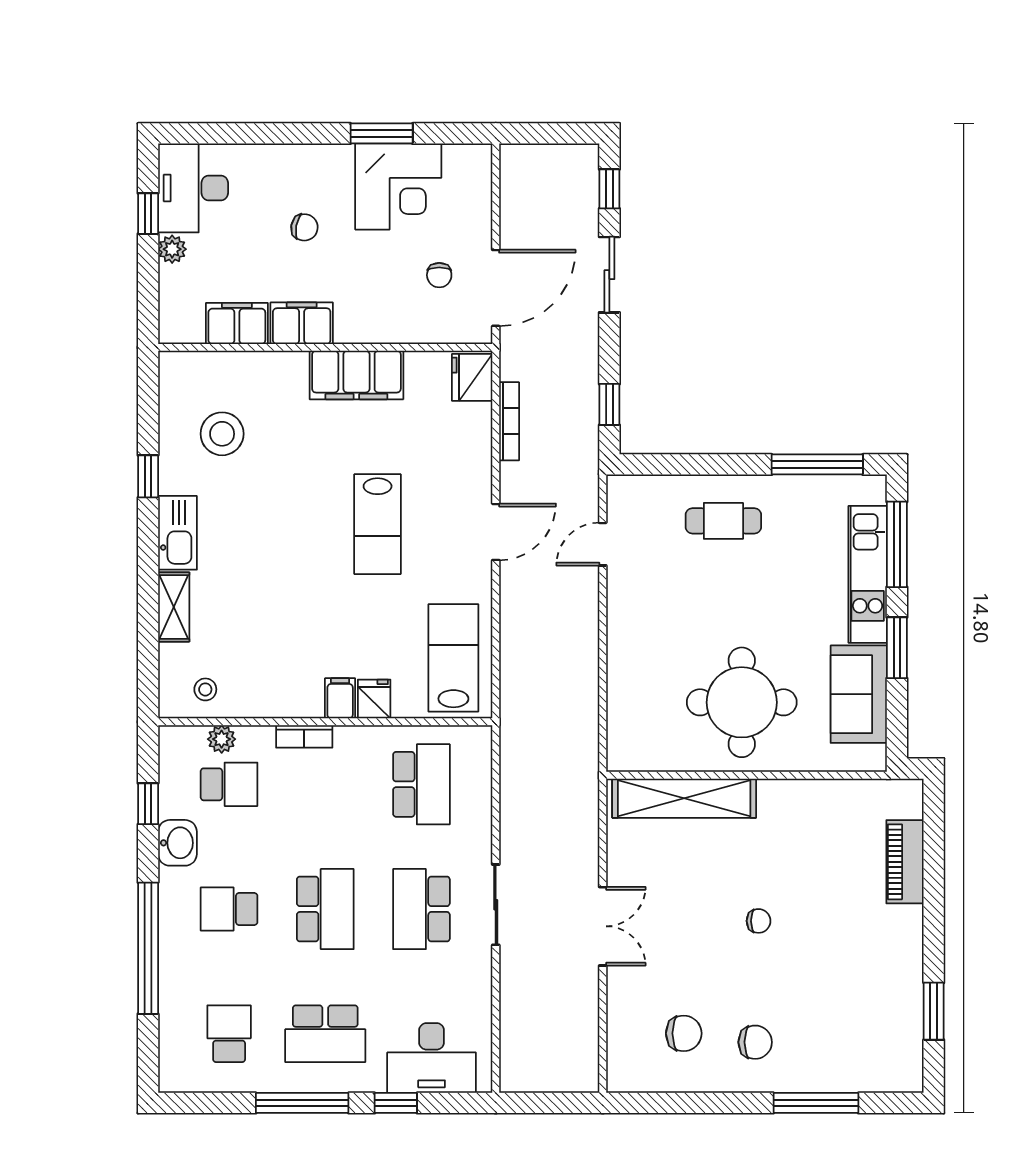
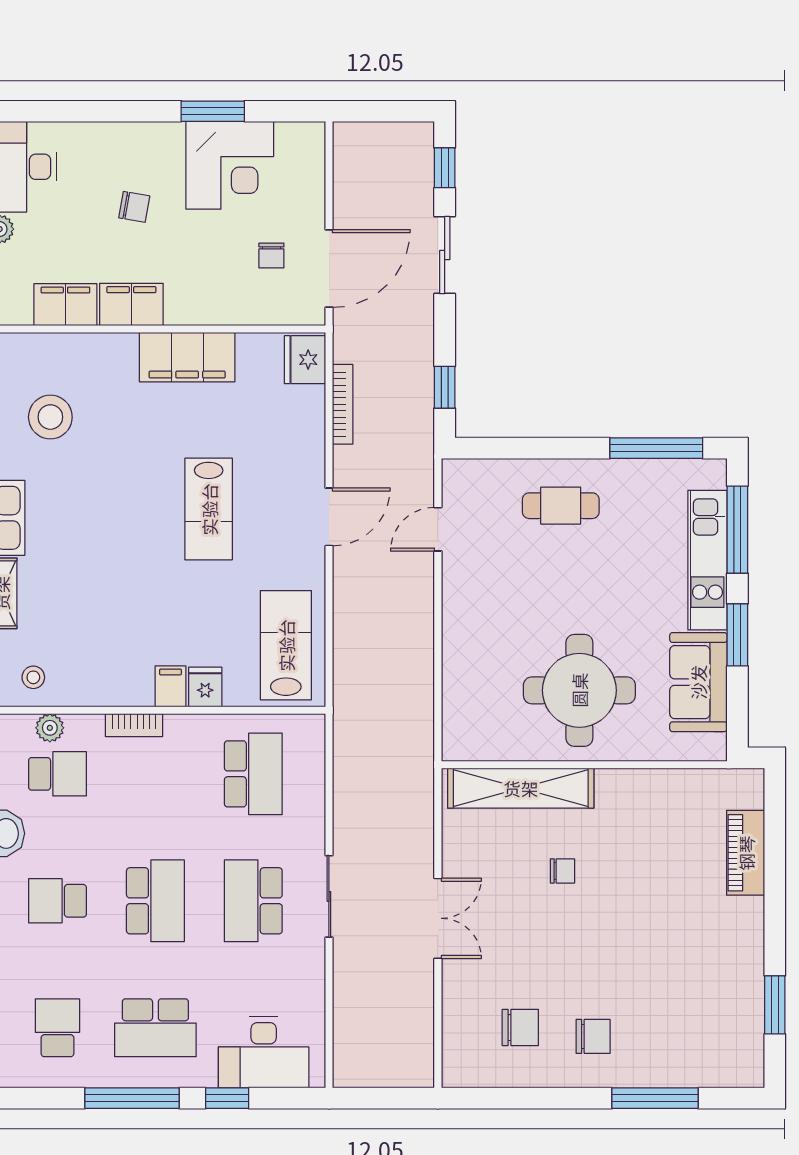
chair: (759, 921) -> (562, 871), moved

